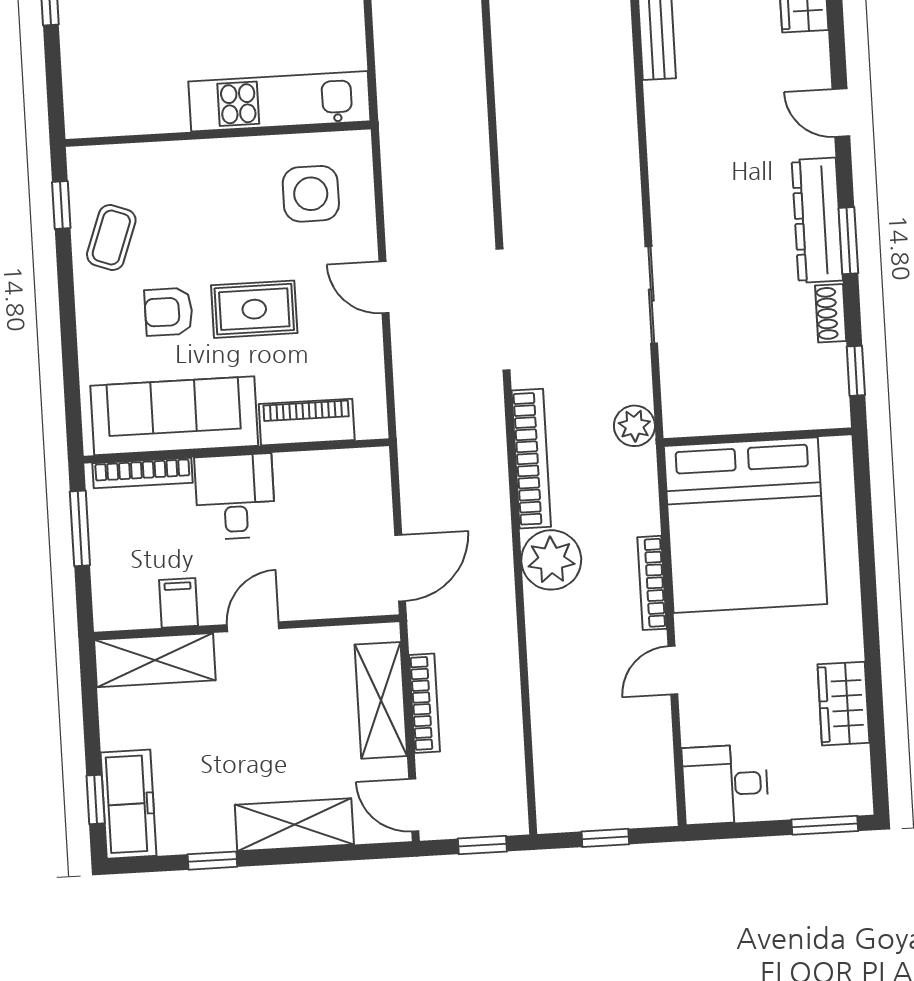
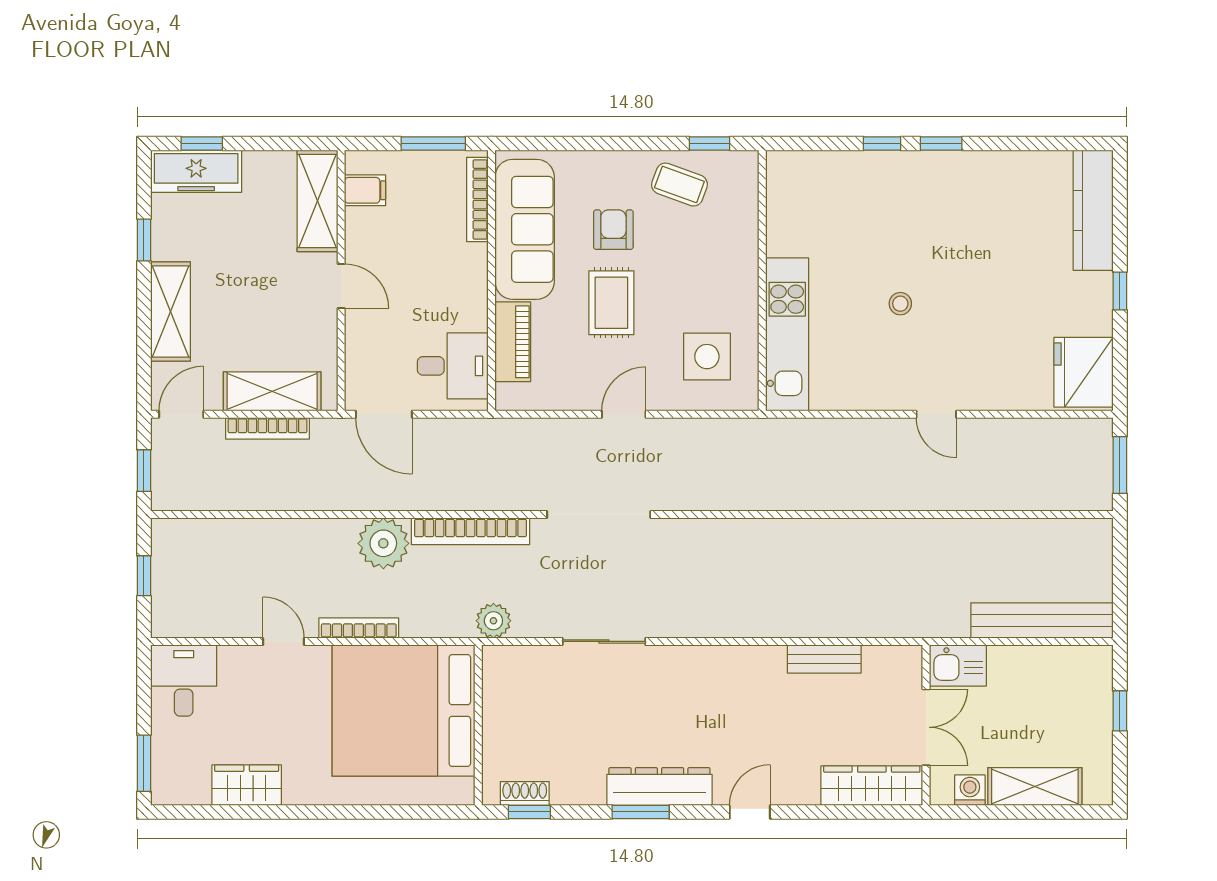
shoe rack: (831, 313) -> (525, 793), moved
desk: (235, 497) -> (453, 366), moved
filing cabinet: (178, 603) -> (365, 190), moved

